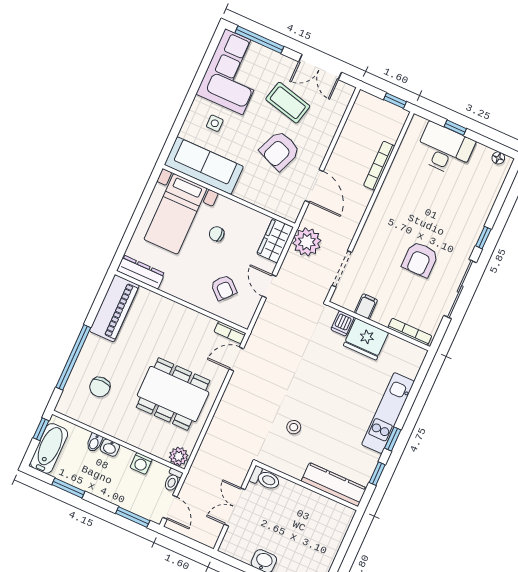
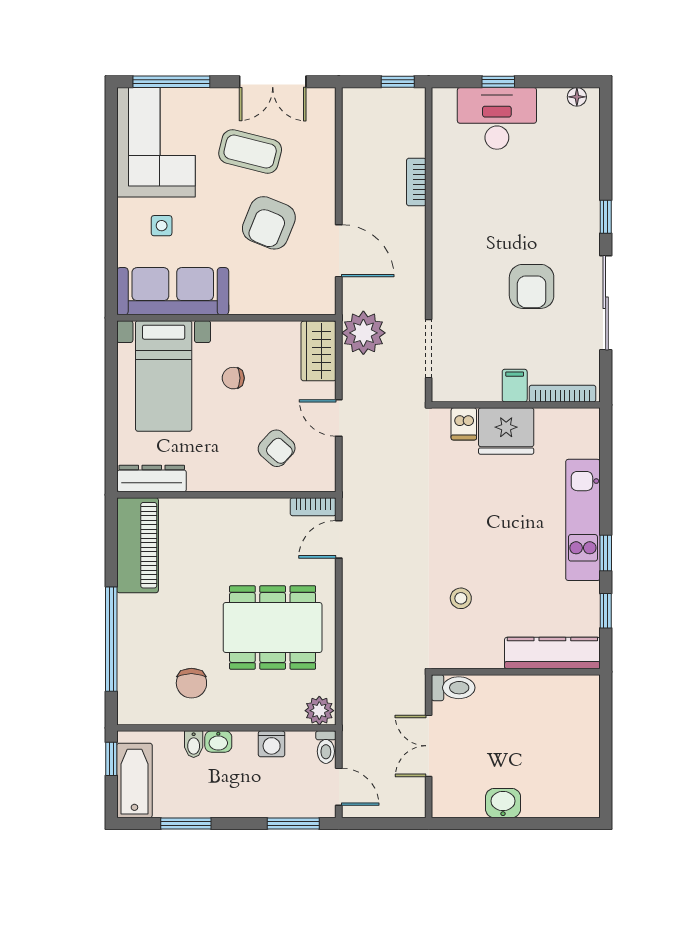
bookcase: (379, 166) -> (416, 182), width x0.64
filing cabinet: (366, 306) -> (515, 386), moved
chair: (100, 387) -> (191, 683), moved

